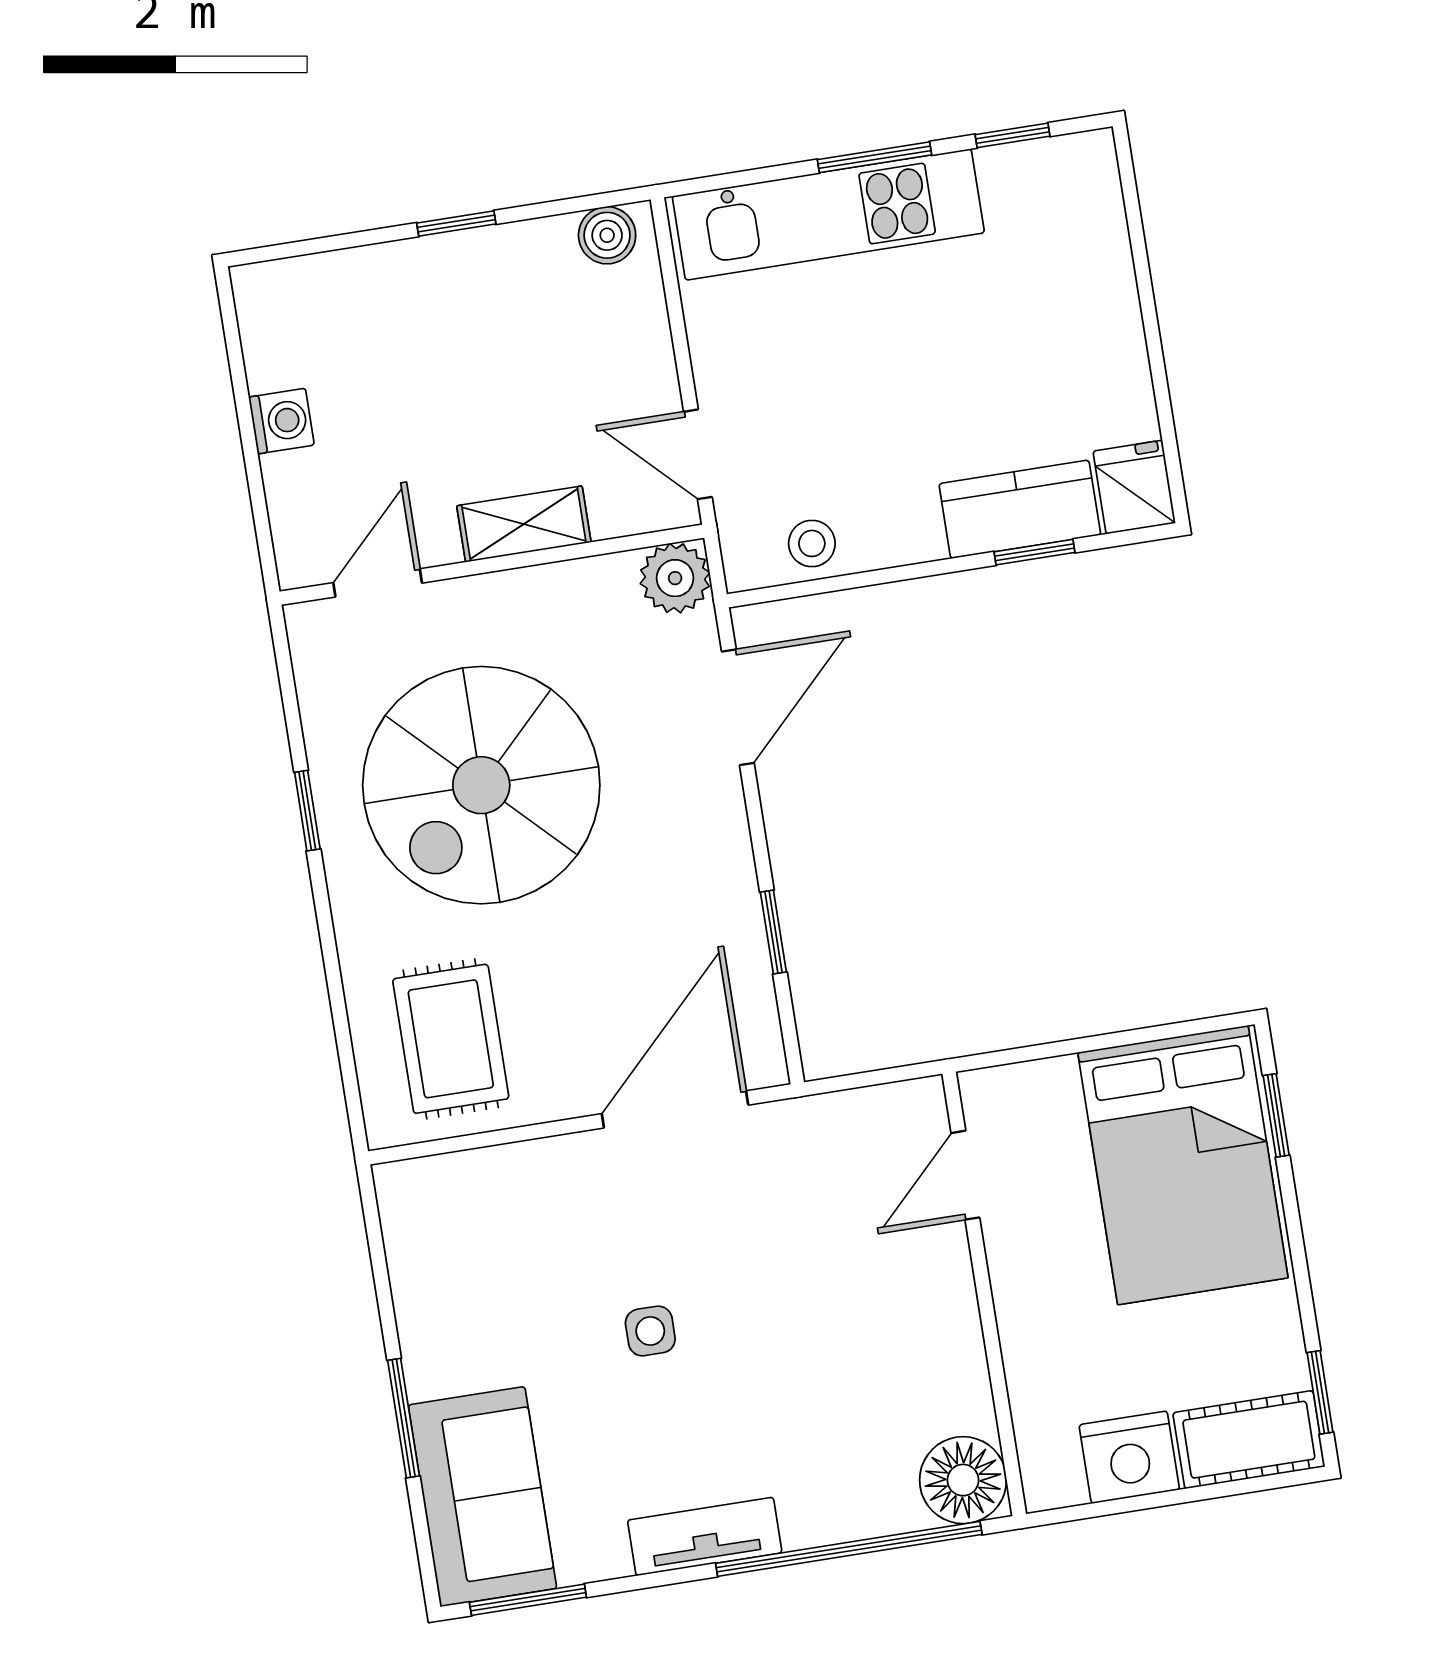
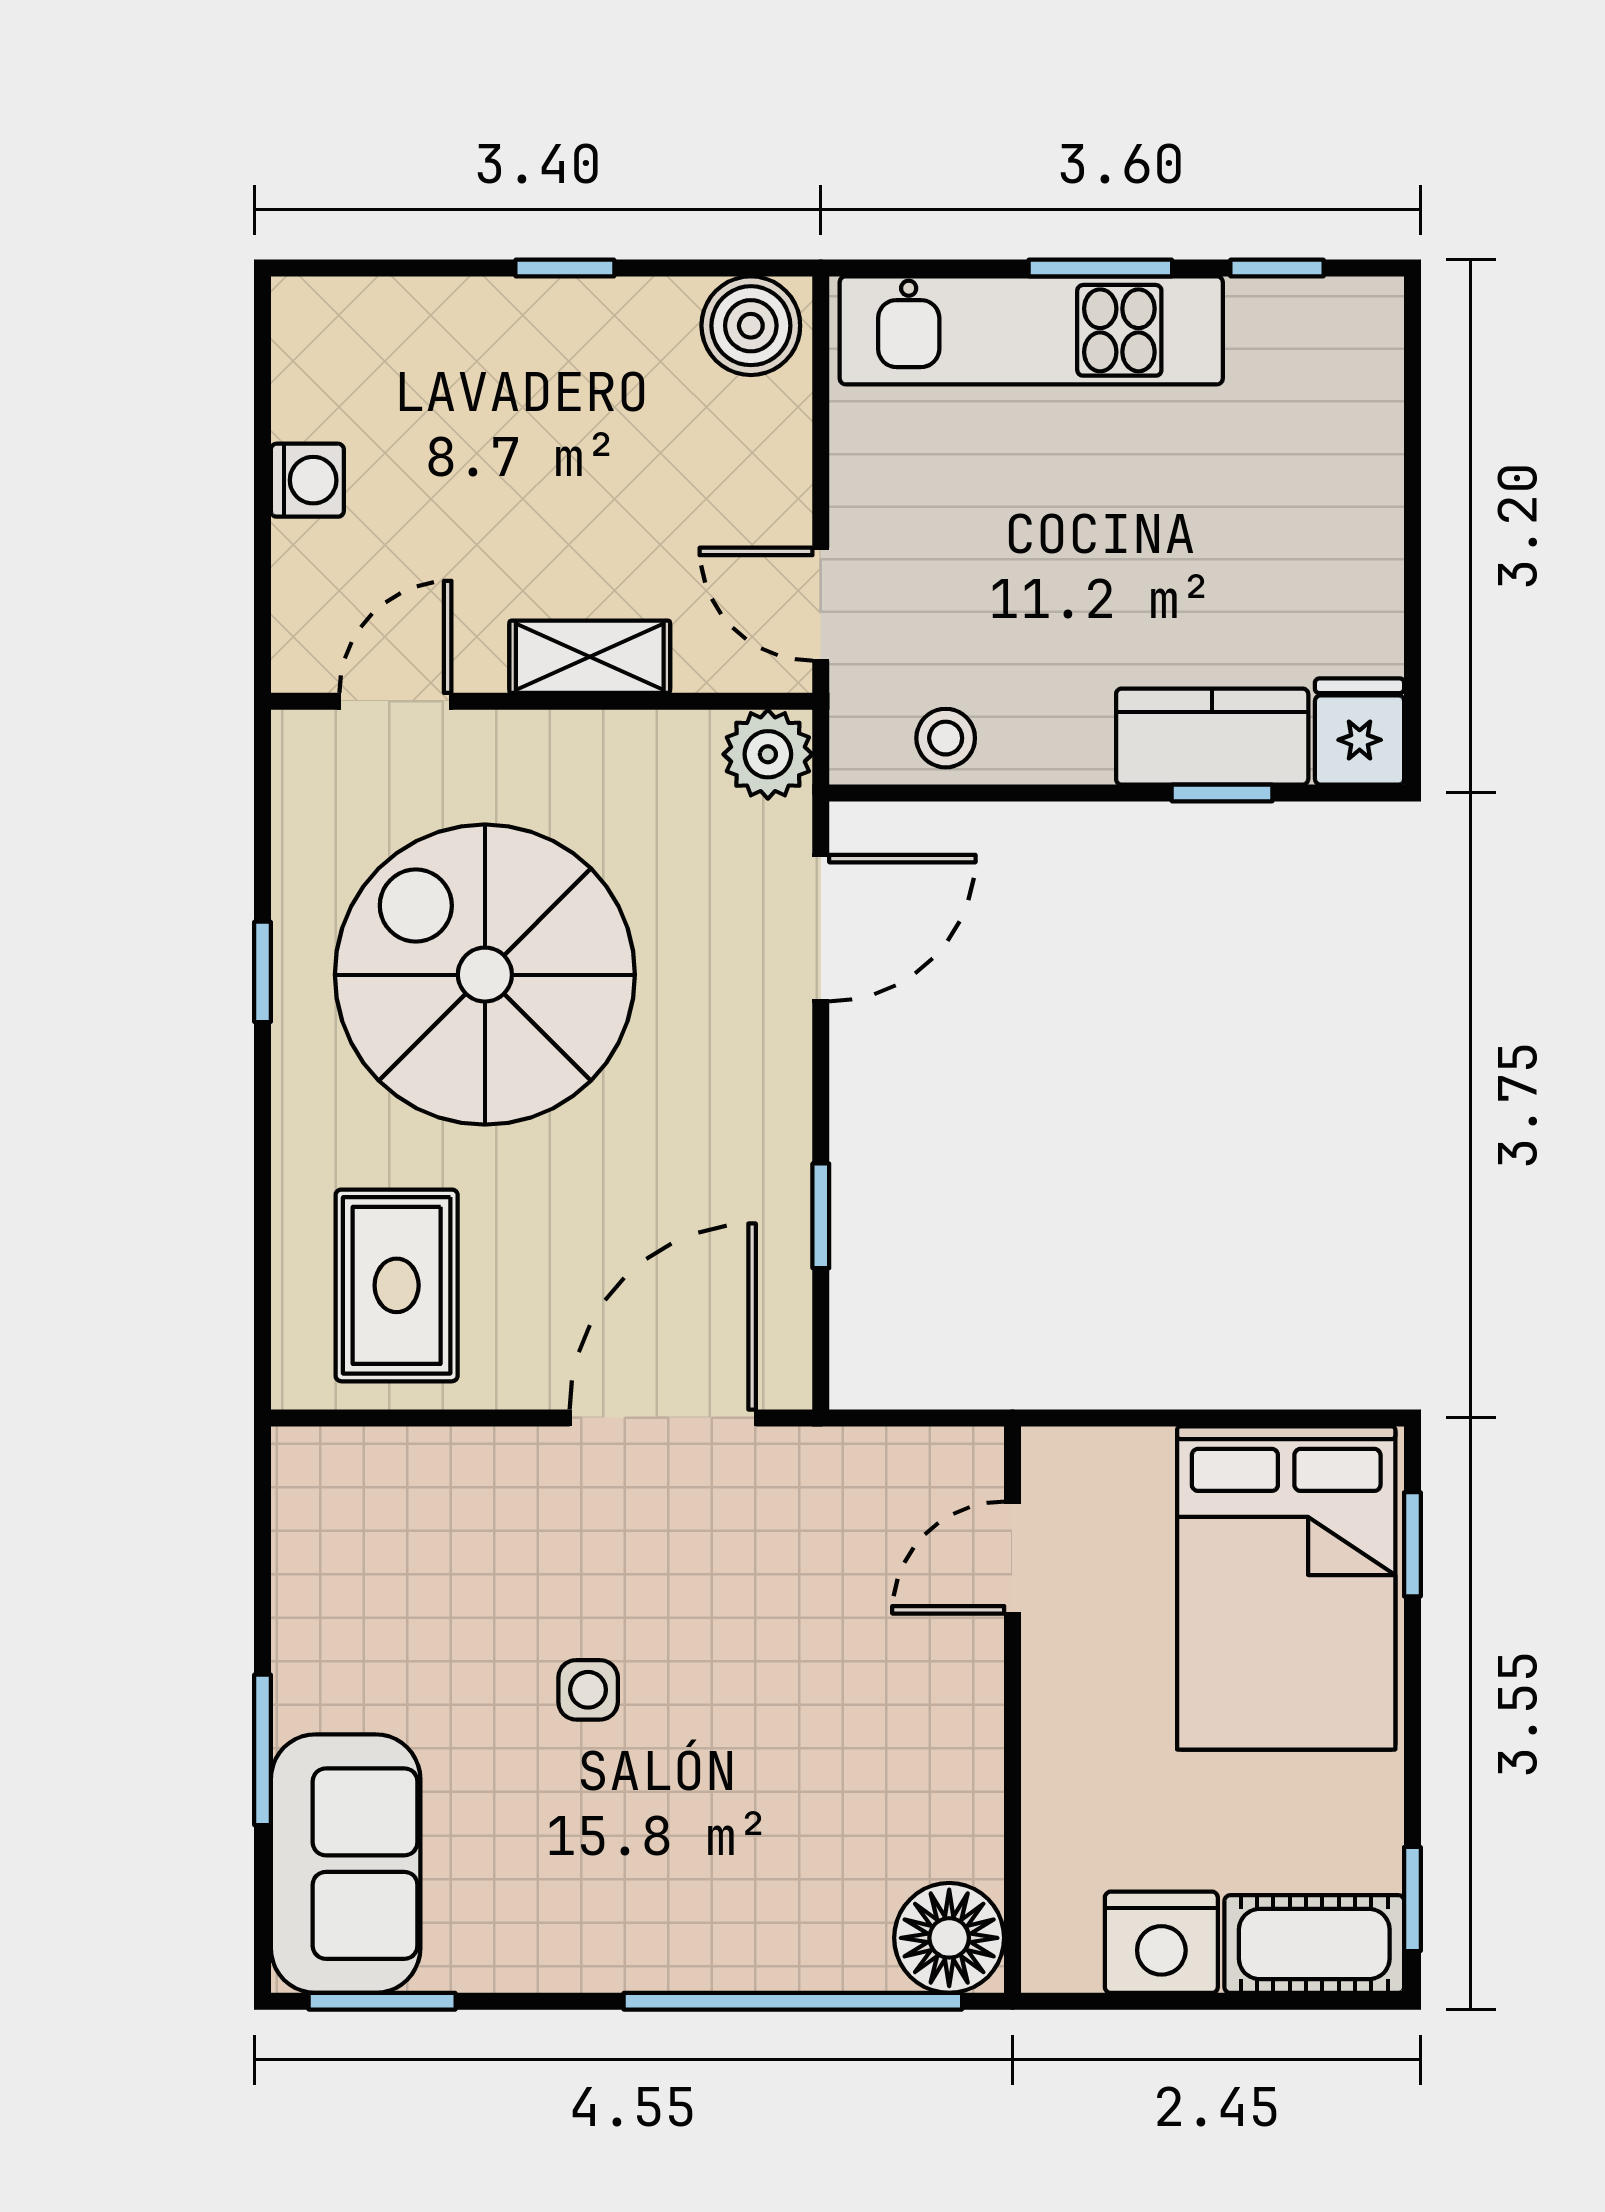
boiler: (607, 235) -> (751, 326), width x1.36, depth x1.36
spiral stairs: (481, 785) -> (485, 975), turned 90
tv unit: (705, 1536) -> (615, 1957), removed

